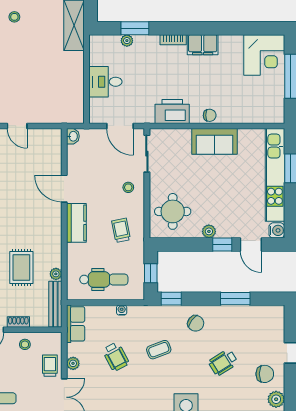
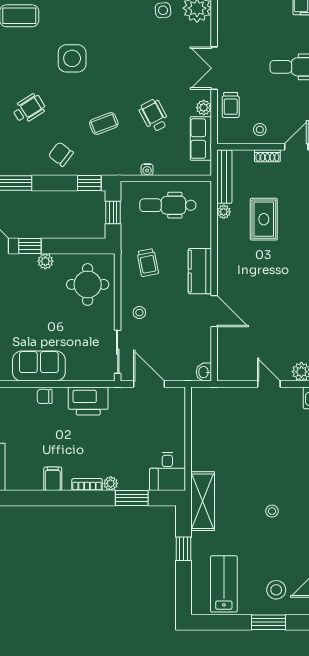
plant: (127, 41) -> (111, 483), moved
filing cabinet: (203, 45) -> (53, 479), width x0.50
desk: (105, 82) -> (167, 471), moved, turned 90
row of seats: (76, 324) -> (201, 139), moved

